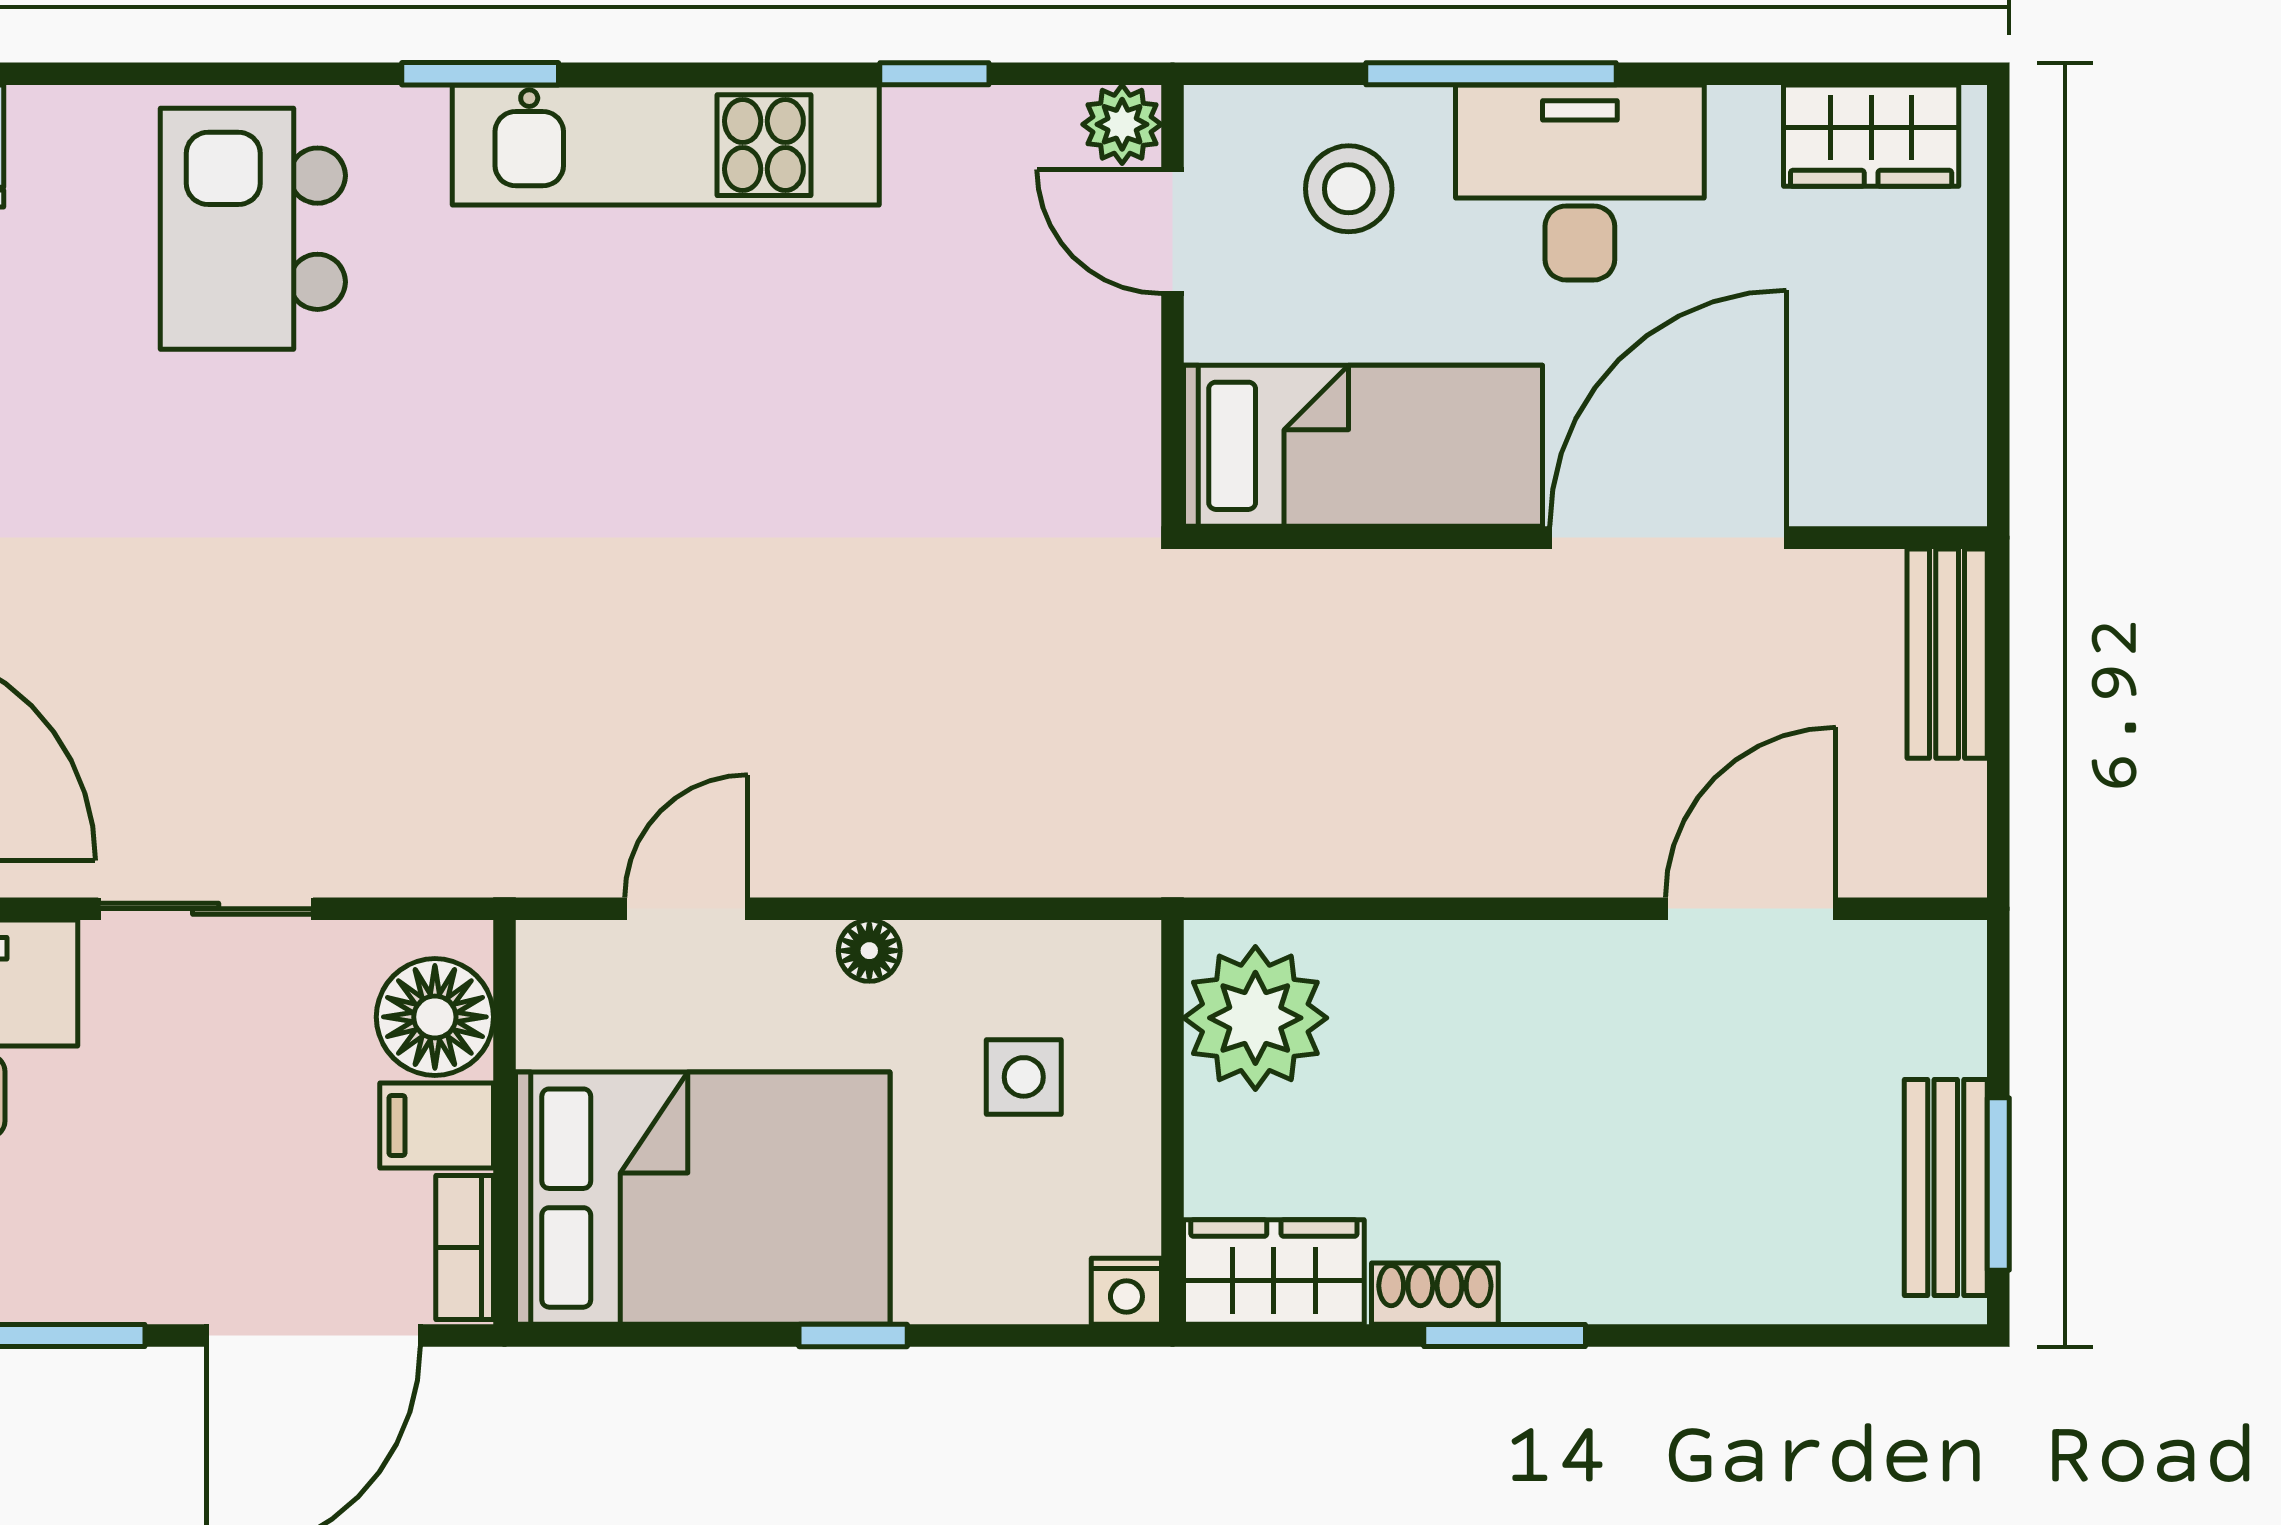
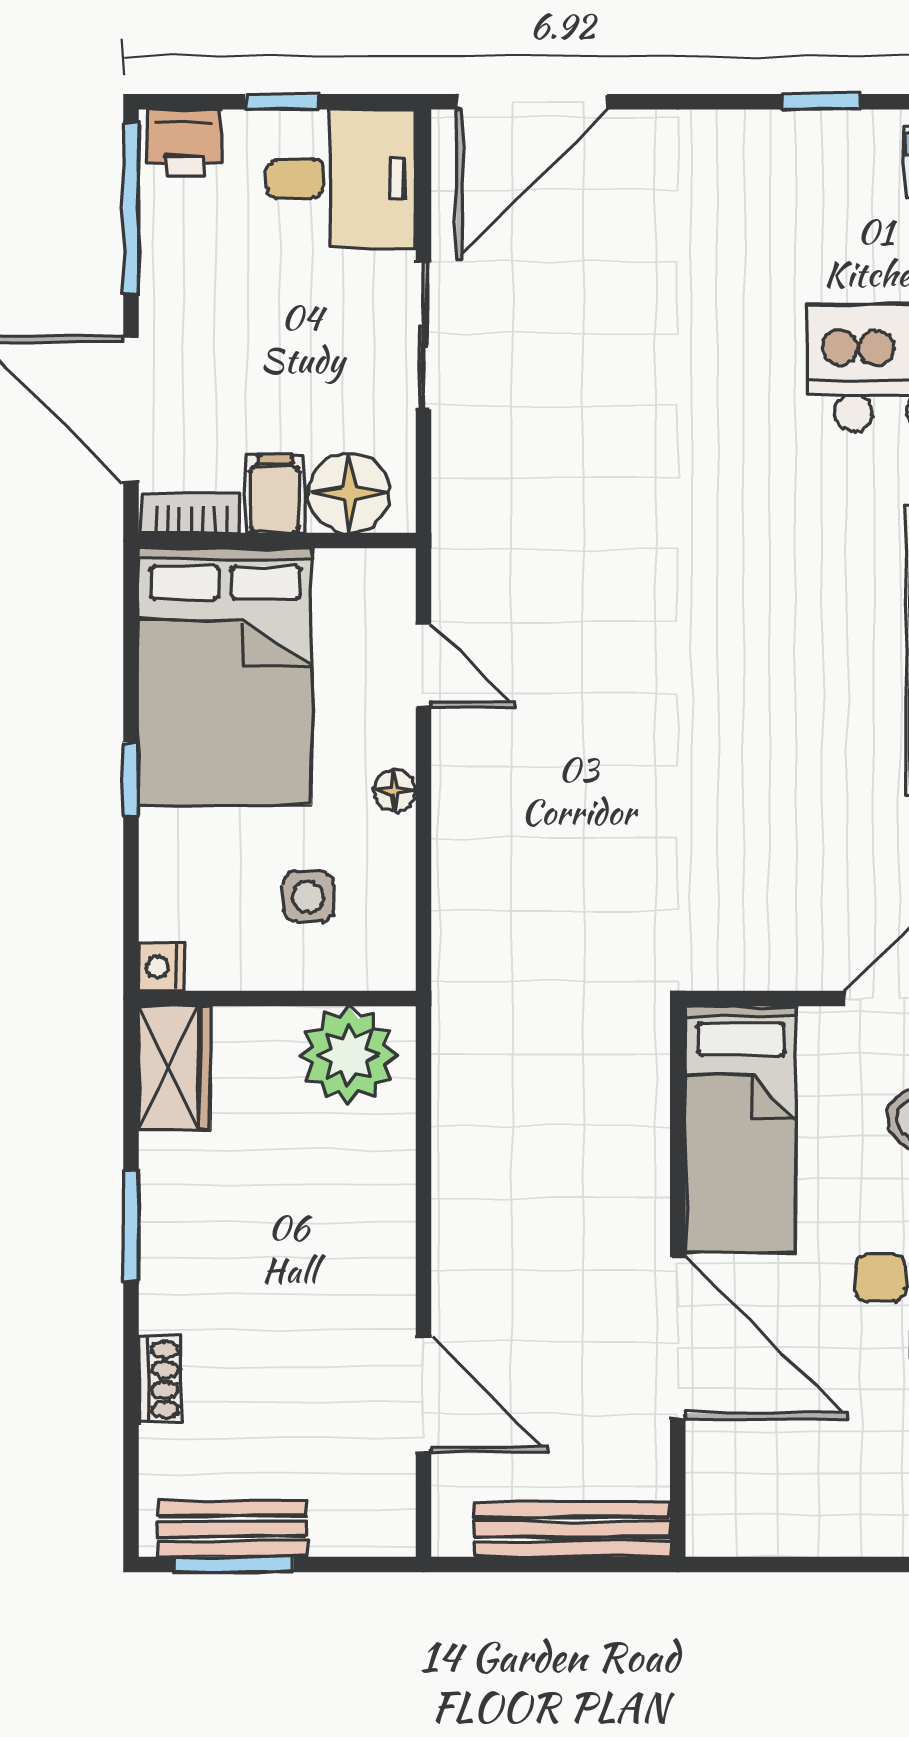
bench: (1947, 654) -> (572, 1529), width x1.36
shoe rack: (1435, 1294) -> (160, 1380), moved

